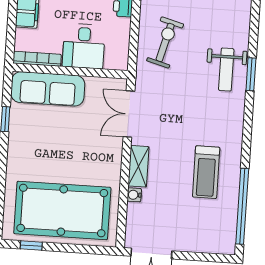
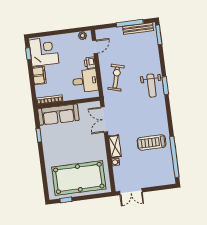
desk: (84, 46) -> (85, 81), moved, turned -90
treadmill: (206, 172) -> (152, 142), turned 90

